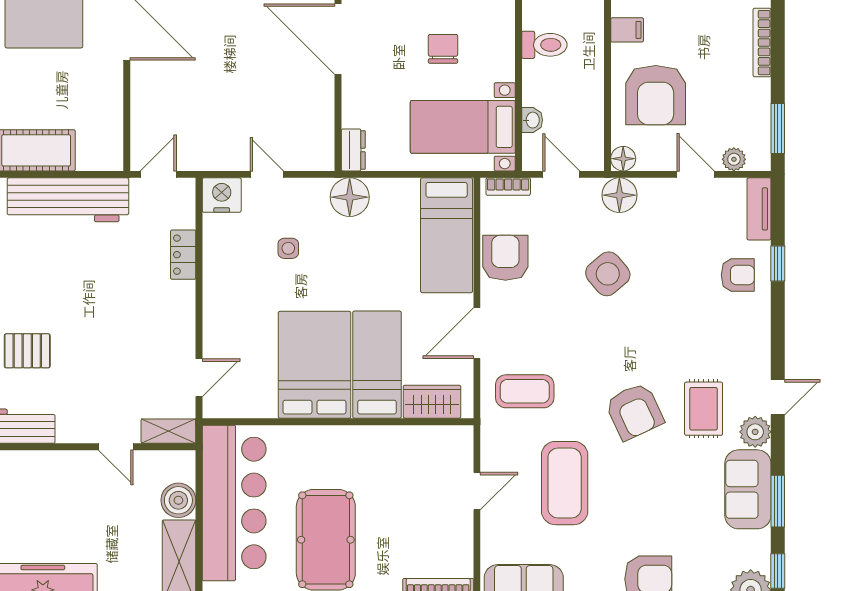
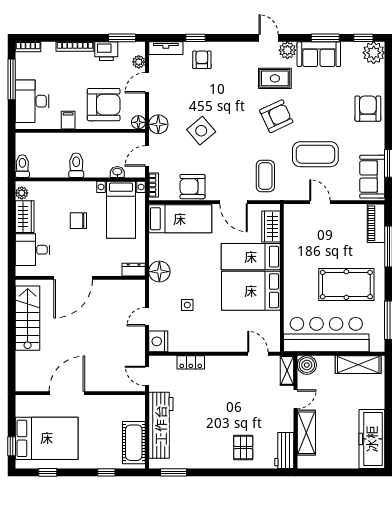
printer: (754, 100) -> (106, 51), added
shelving: (54, 466) -> (306, 433), added
boiler: (178, 500) -> (307, 365), moved

